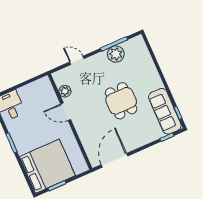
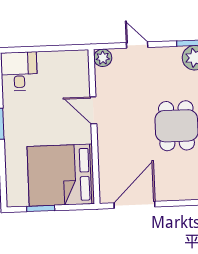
plant: (65, 91) -> (103, 58), moved
bed: (47, 166) -> (61, 175), moved, turned 180

